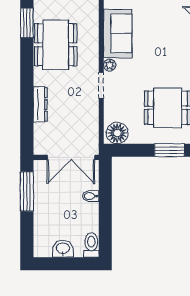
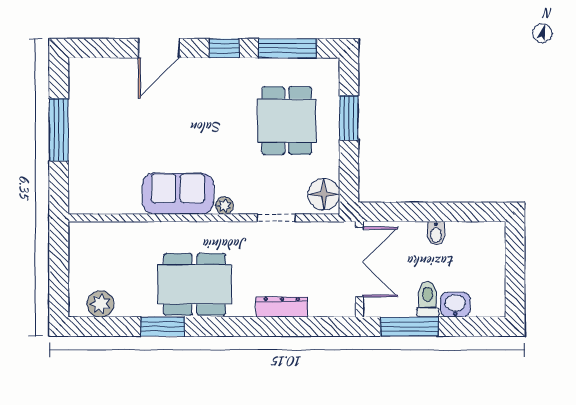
doorway: (101, 85) -> (276, 218), moved
bidet: (91, 196) -> (436, 233), moved
toilet: (91, 245) -> (428, 299), moved, turned 90
washbasin: (63, 249) -> (455, 305), moved, turned 90

